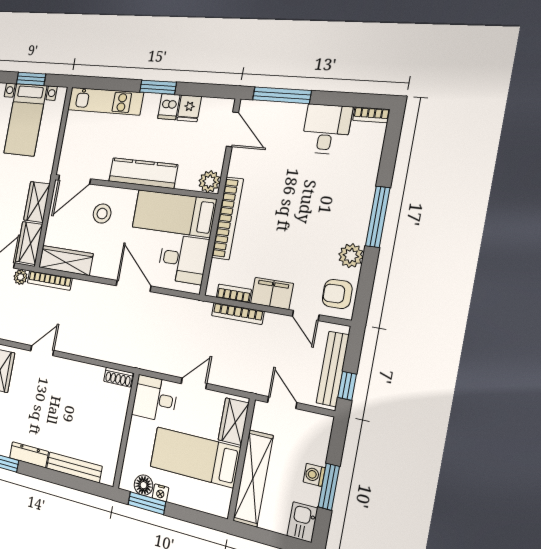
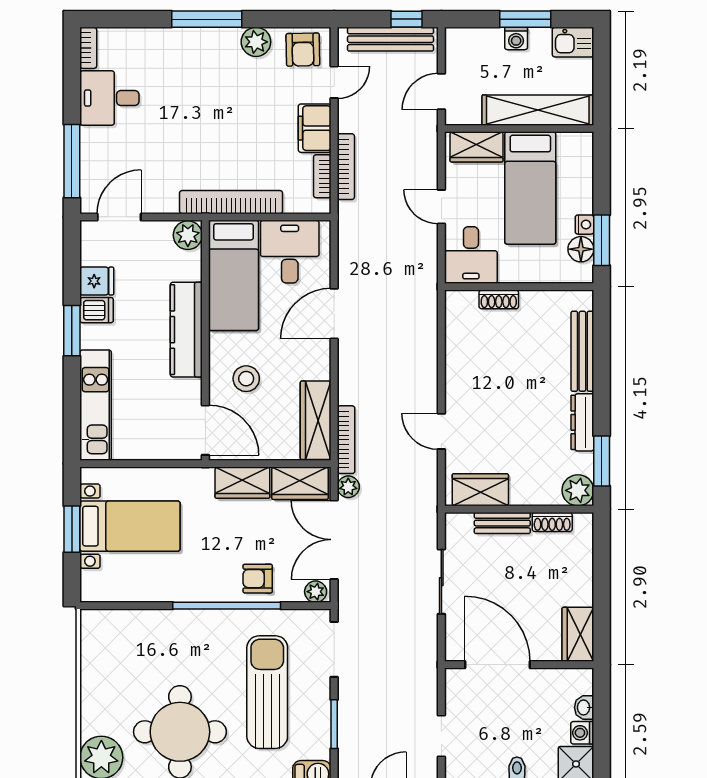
shoe rack: (118, 377) -> (499, 299), moved, turned 90

